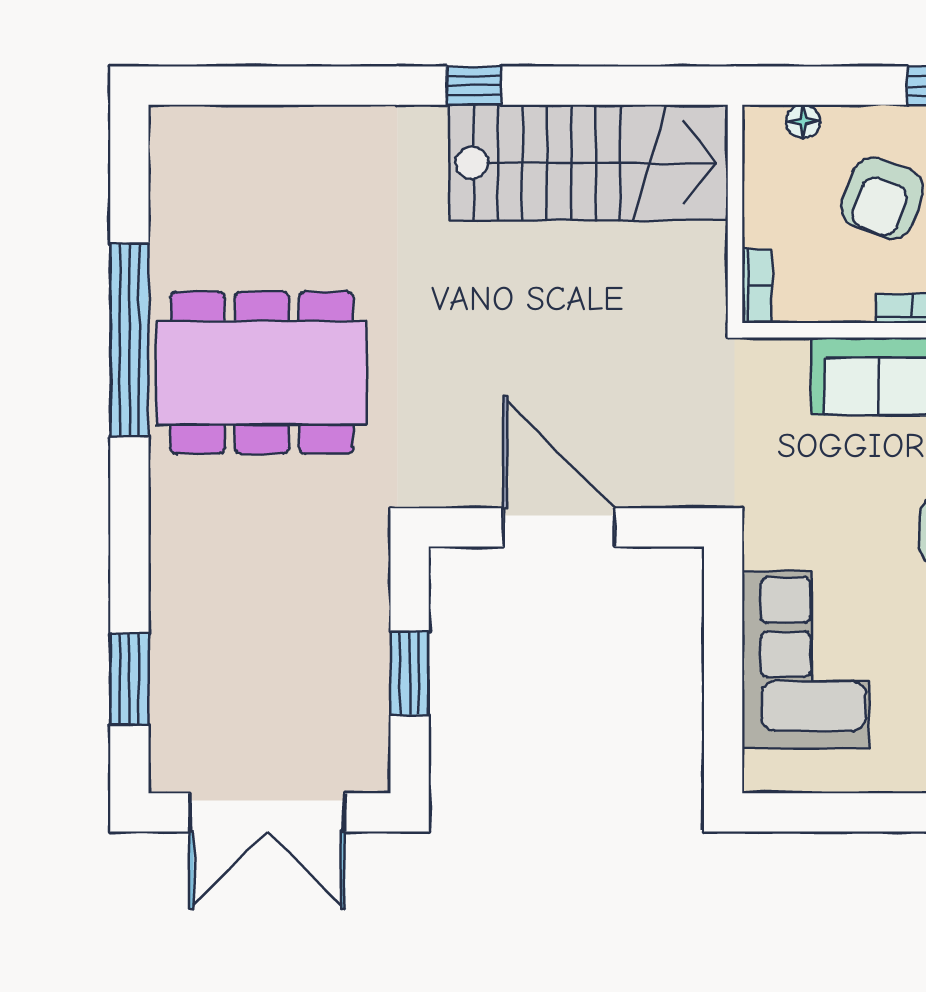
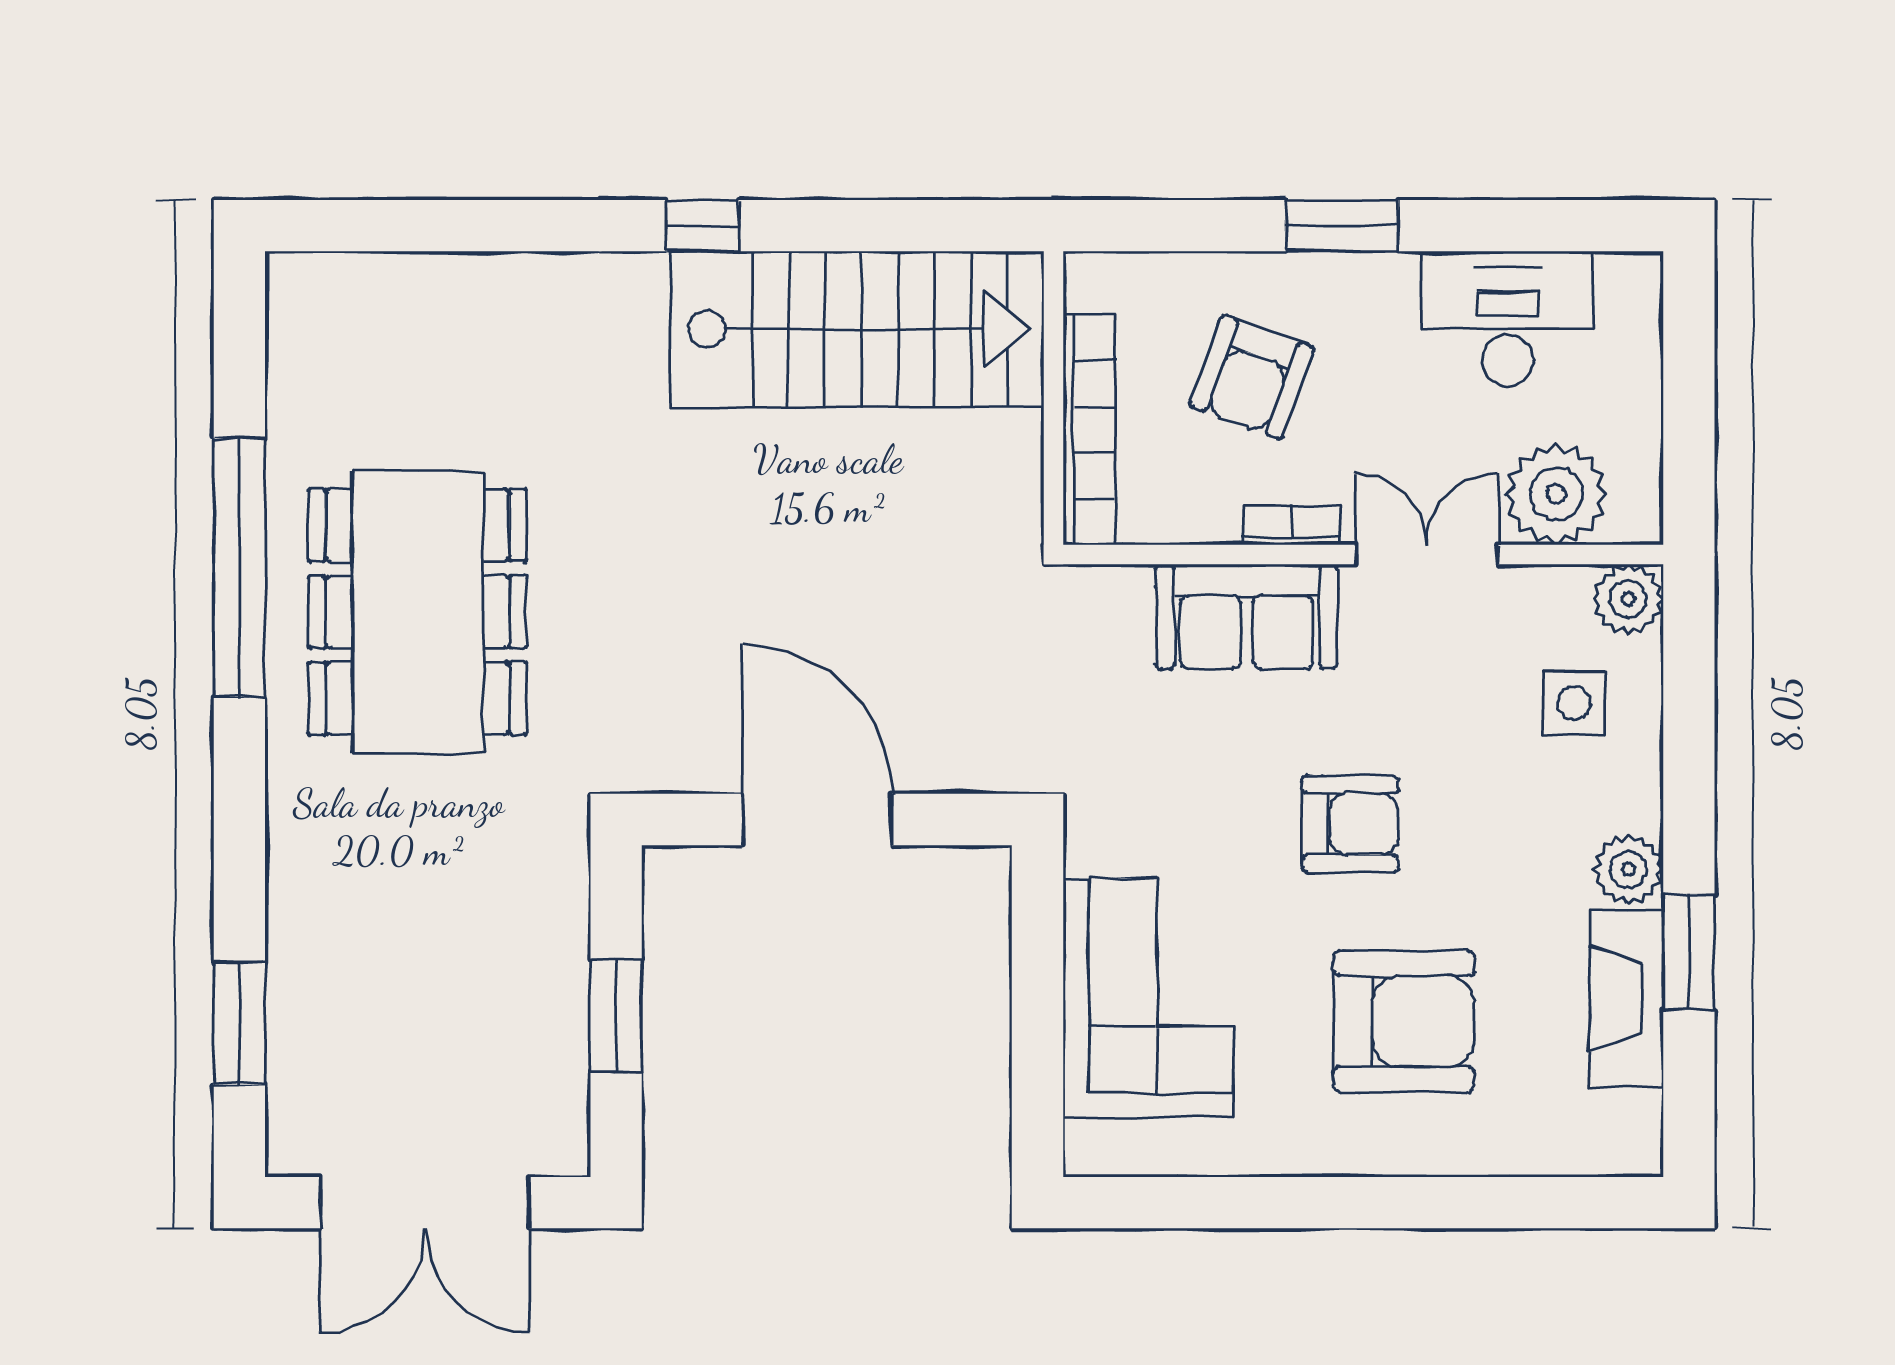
floor lamp: (803, 122) -> (1145, 274), removed
bookcase: (757, 286) -> (1089, 430), width x2.31, depth x1.31
dining table: (262, 373) -> (418, 612), turned 90

